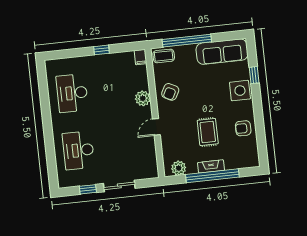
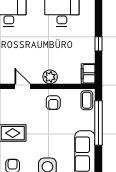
filing cabinet: (140, 57) -> (88, 74), width x2.00
armchair: (170, 92) -> (53, 103), turned -118

